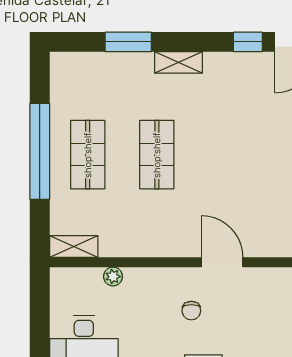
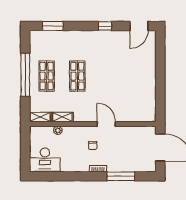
window: (128, 42) -> (53, 26), moved
window: (248, 42) -> (105, 26), moved
shelving: (178, 62) -> (63, 117), moved

